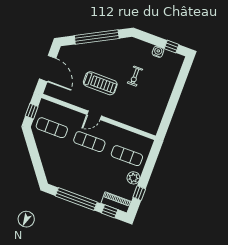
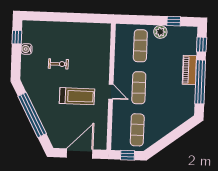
treadmill: (100, 83) -> (77, 96), turned 90
piano: (116, 202) -> (189, 70), moved

